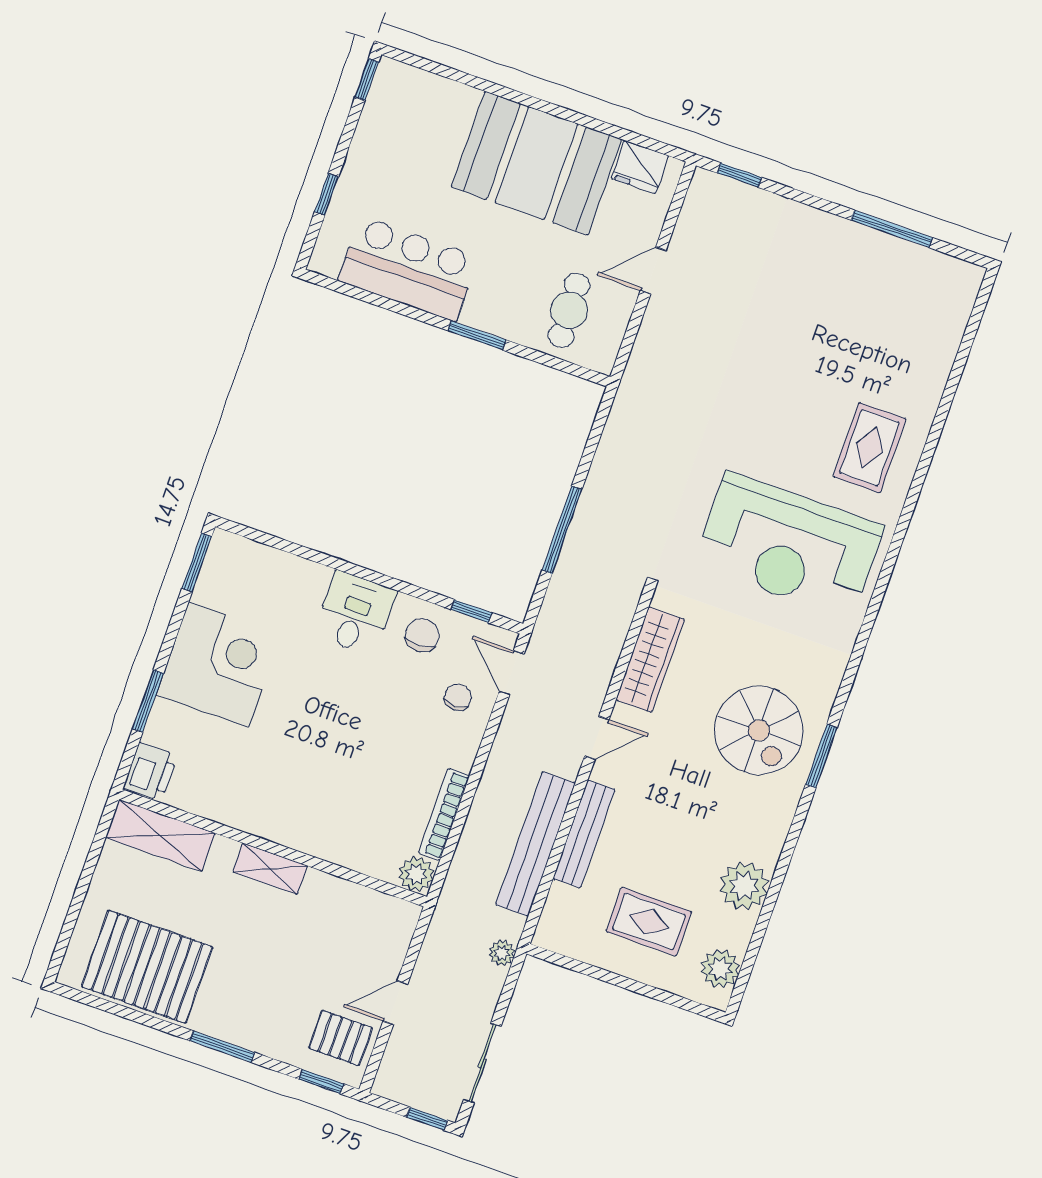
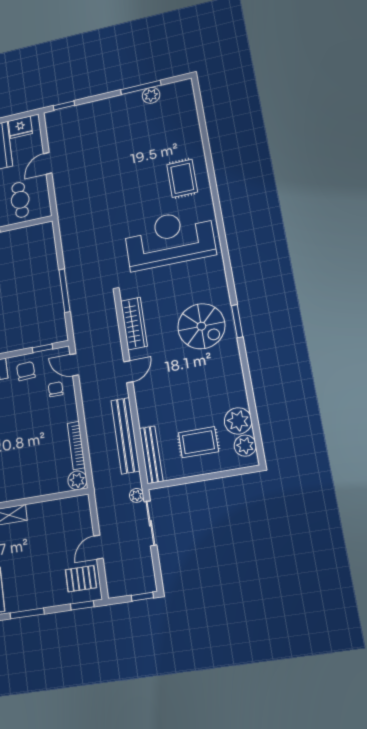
plant: (901, 256) -> (151, 95), added
reception desk: (789, 546) -> (169, 239), turned 180
bench: (584, 834) -> (151, 455), moved
plant: (744, 886) -> (238, 421), moved
sliding door: (482, 1063) -> (150, 523), moved

